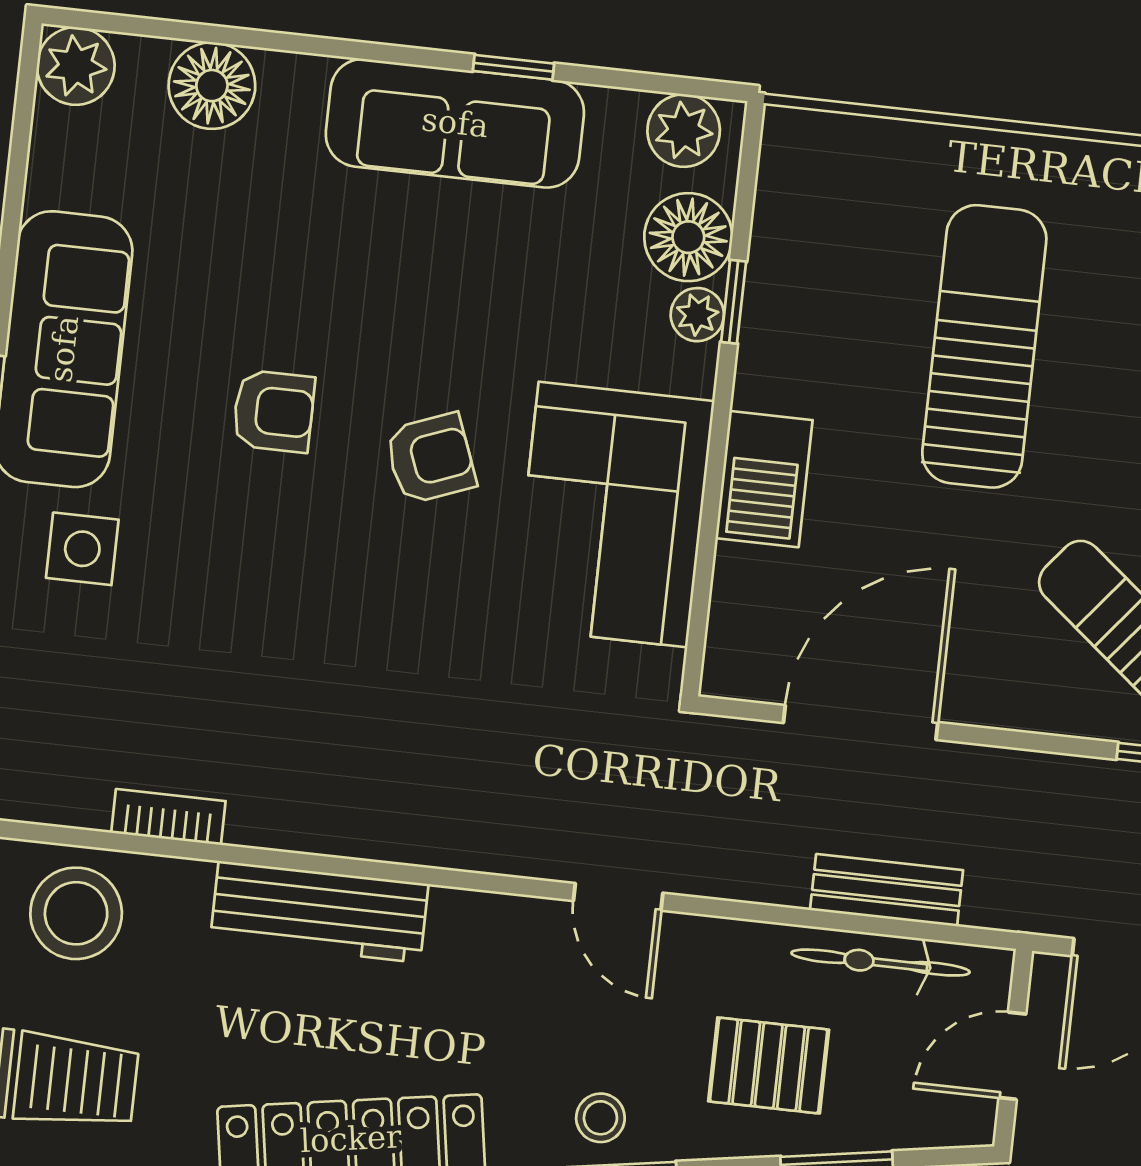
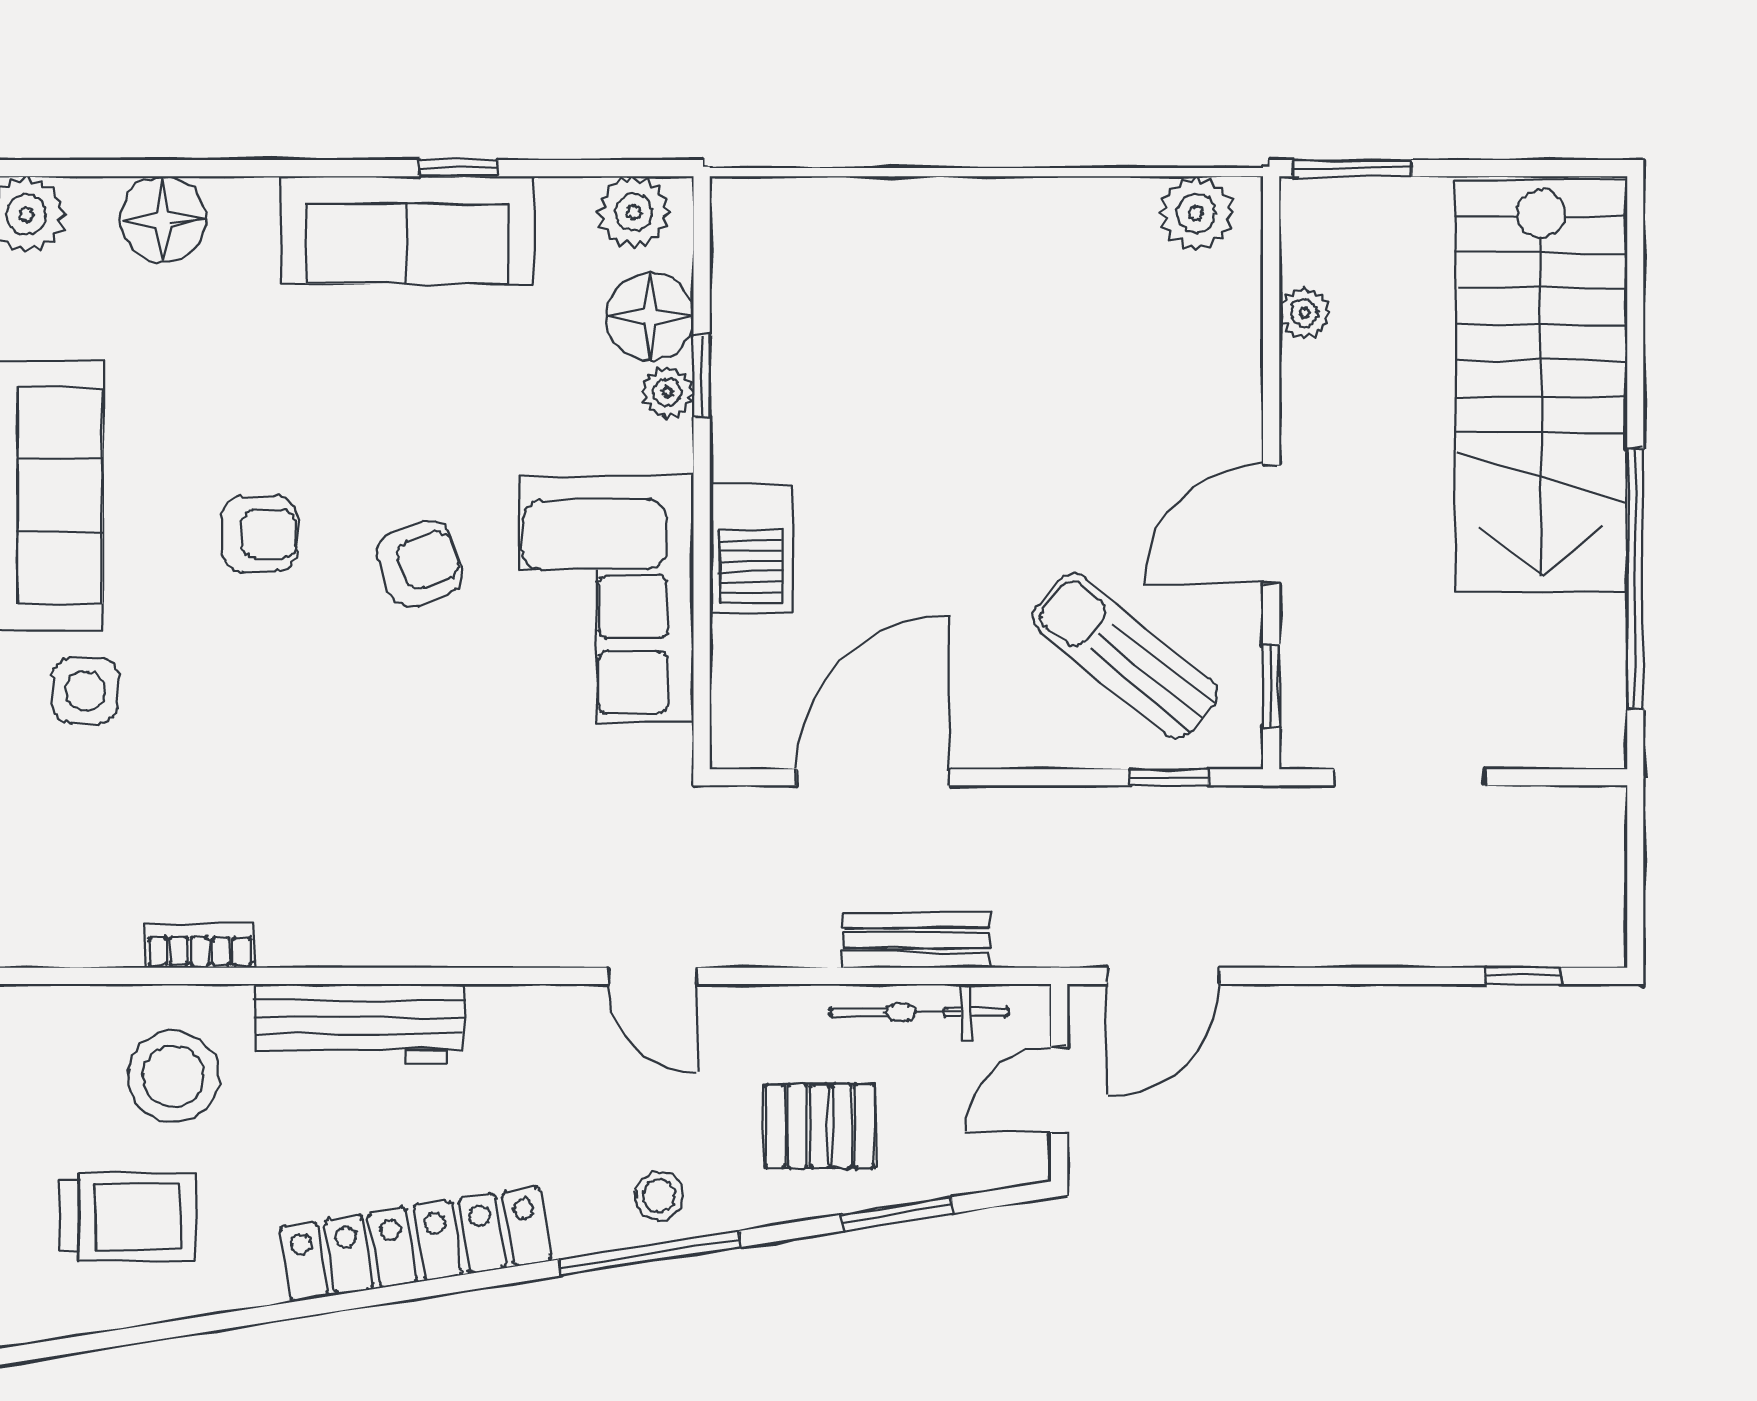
sun lounger: (984, 346) -> (954, 392), removed
stool: (76, 913) -> (173, 1077), moved

